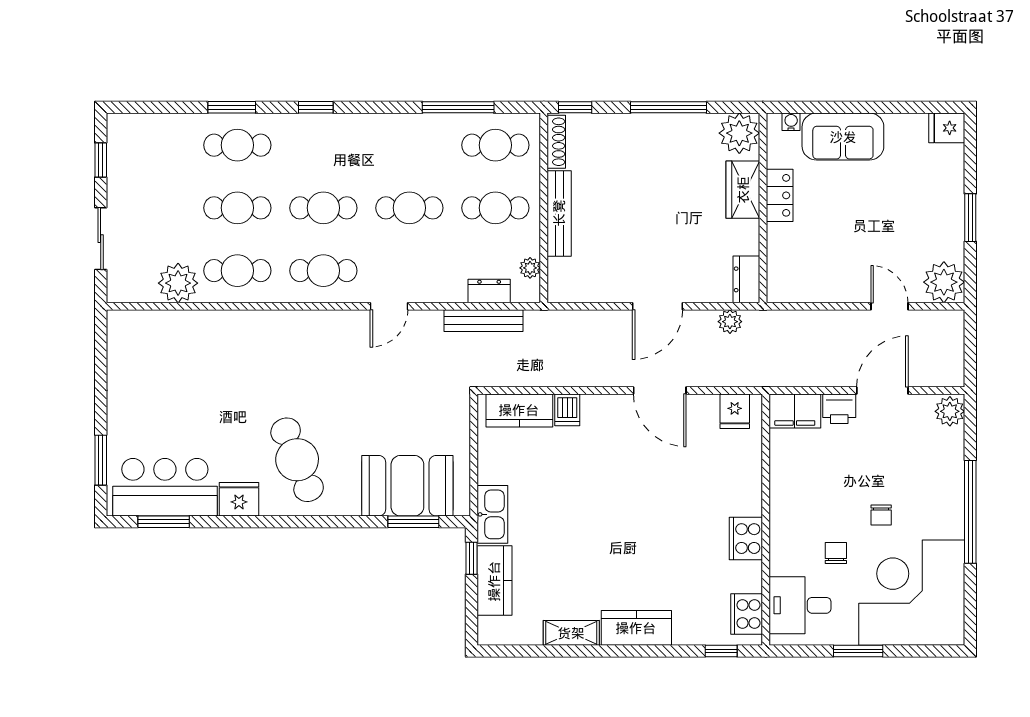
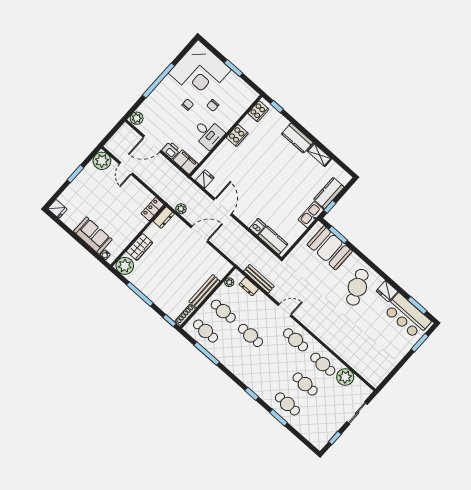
locker: (780, 195) -> (152, 209), moved
cafe table: (323, 208) -> (278, 360), removed
desk: (800, 605) -> (208, 134), moved

